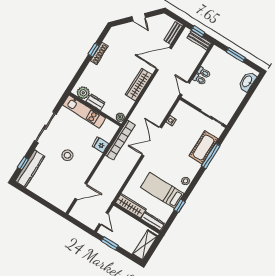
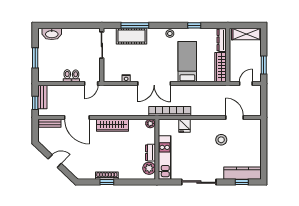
door: (139, 17) -> (55, 161), hinge flipped
stool: (67, 155) -> (221, 140), moved
bed: (162, 191) -> (187, 62), moved, turned 180

